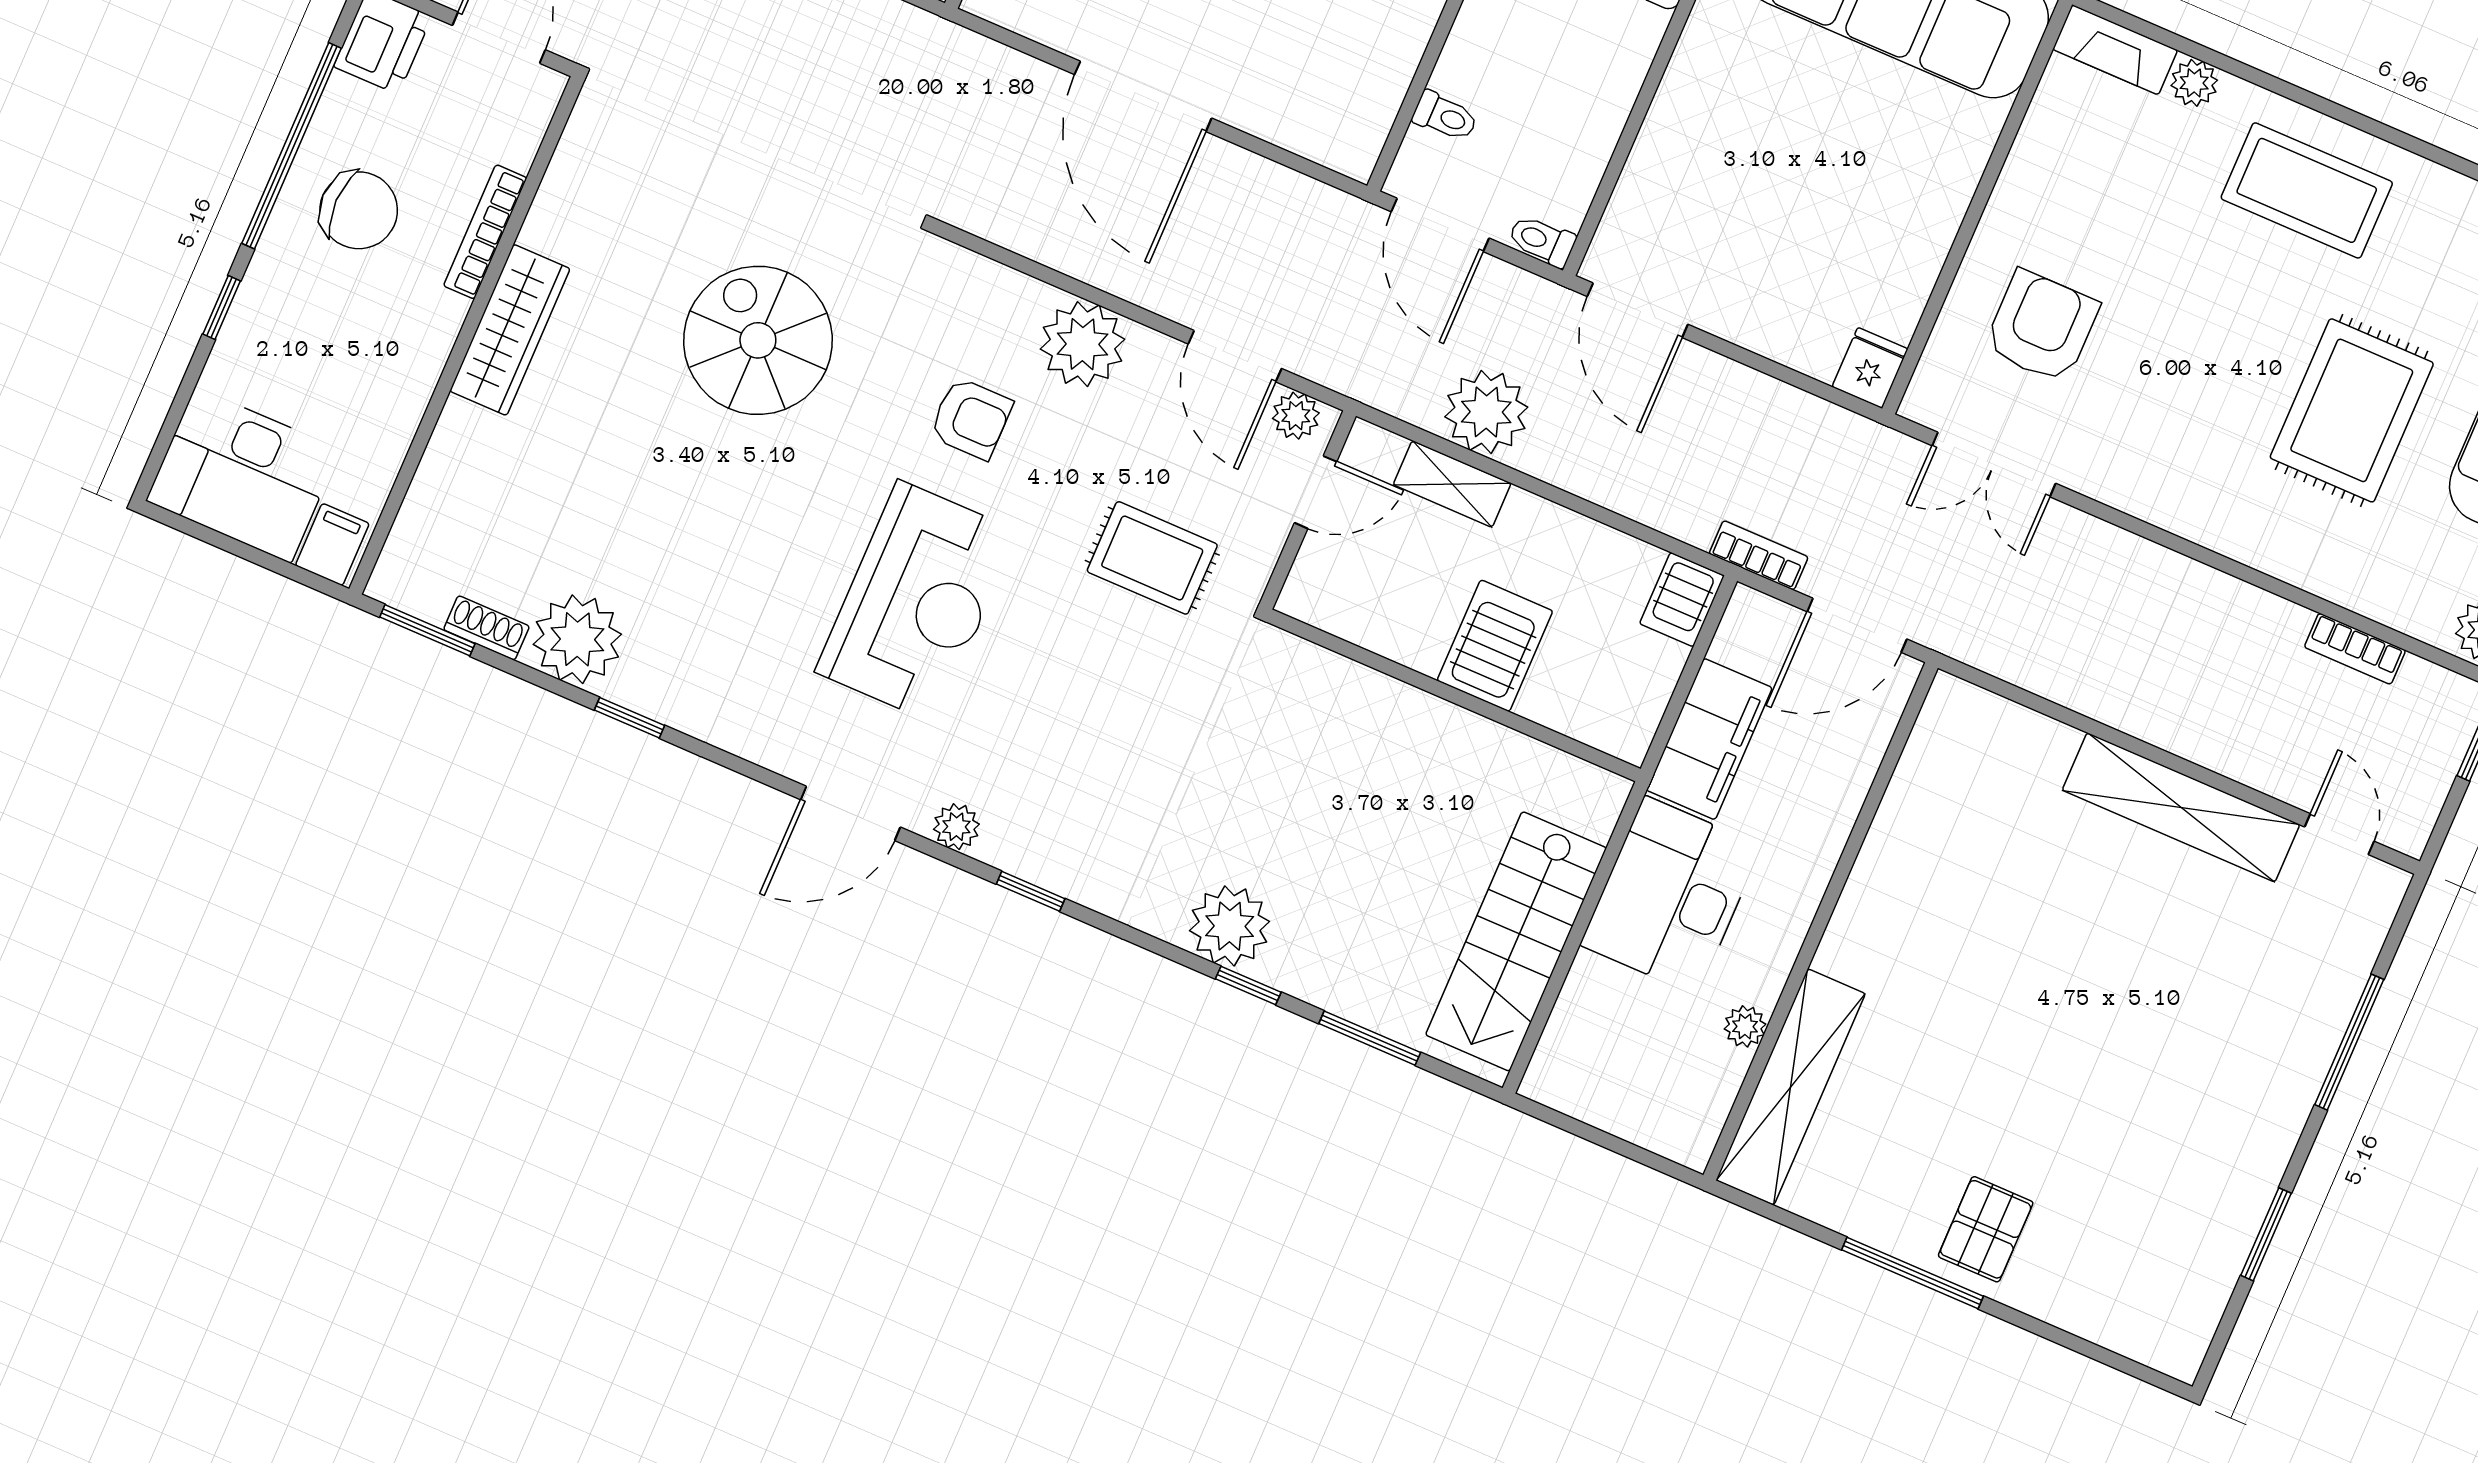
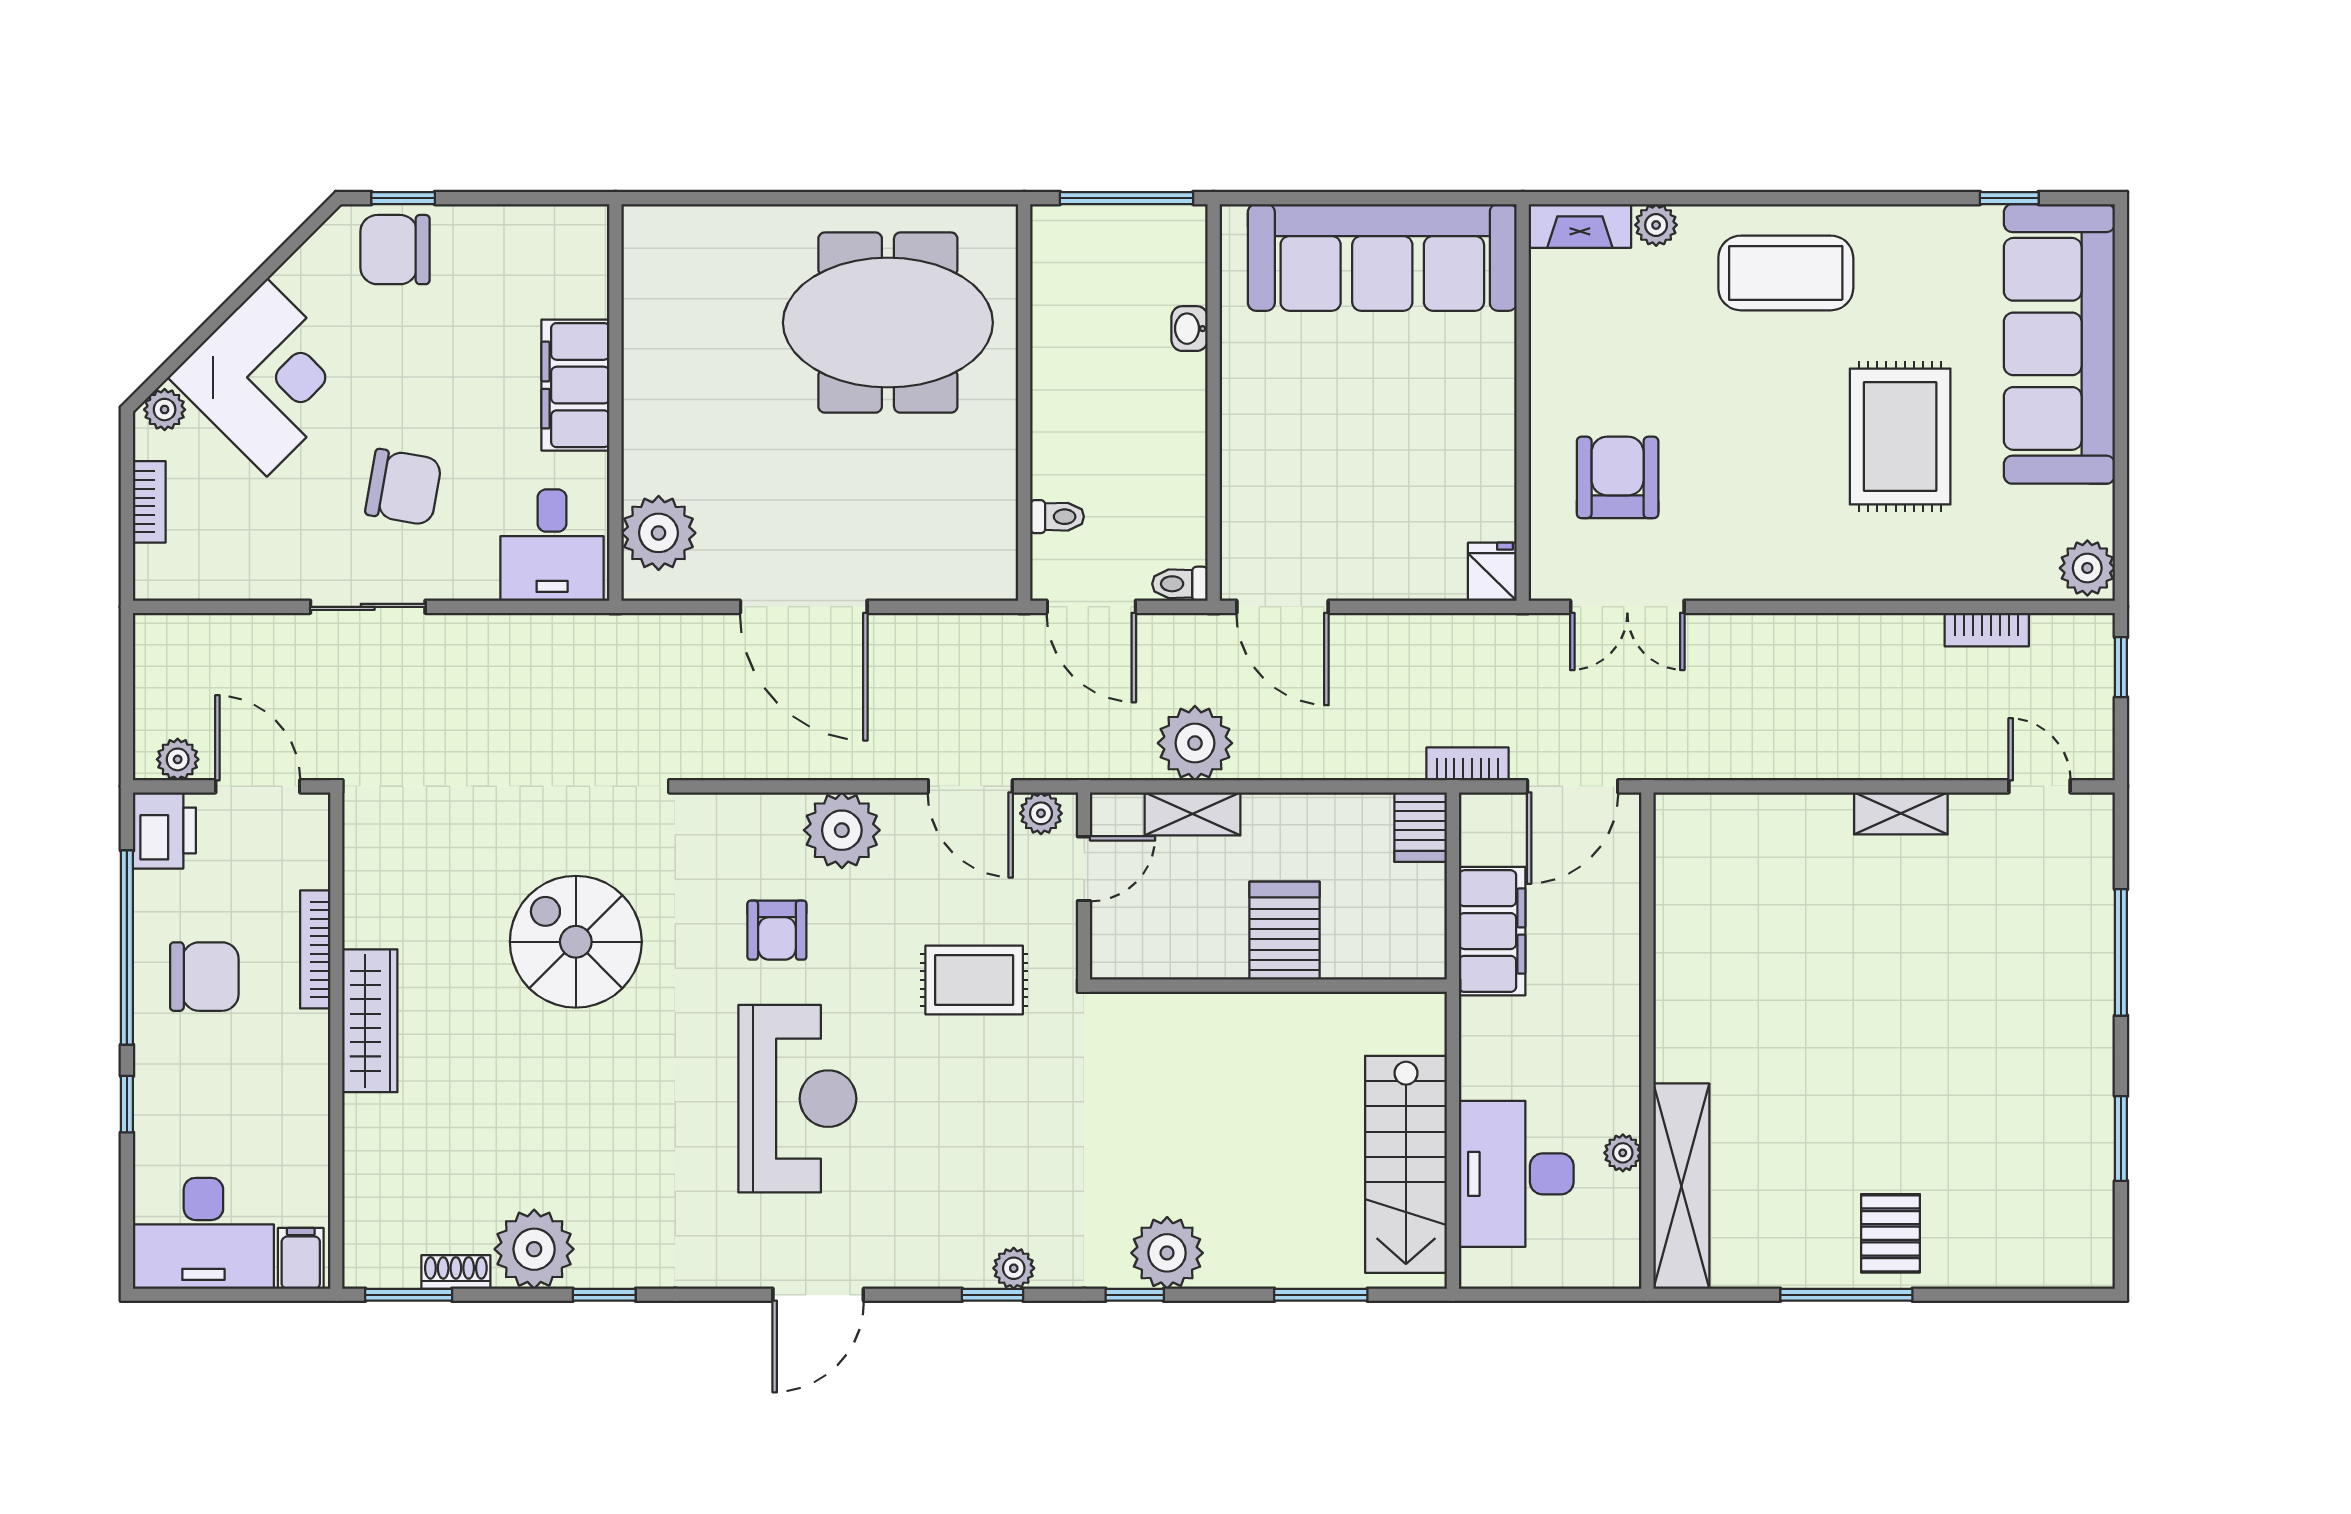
armchair: (971, 418) -> (777, 930), turned 90
shelving: (2181, 807) -> (1901, 813), width x0.45, depth x0.75
plant: (956, 827) -> (1014, 1268), moved
desk: (1671, 896) -> (1516, 1174), moved
window: (1248, 986) -> (1135, 1295), moved

